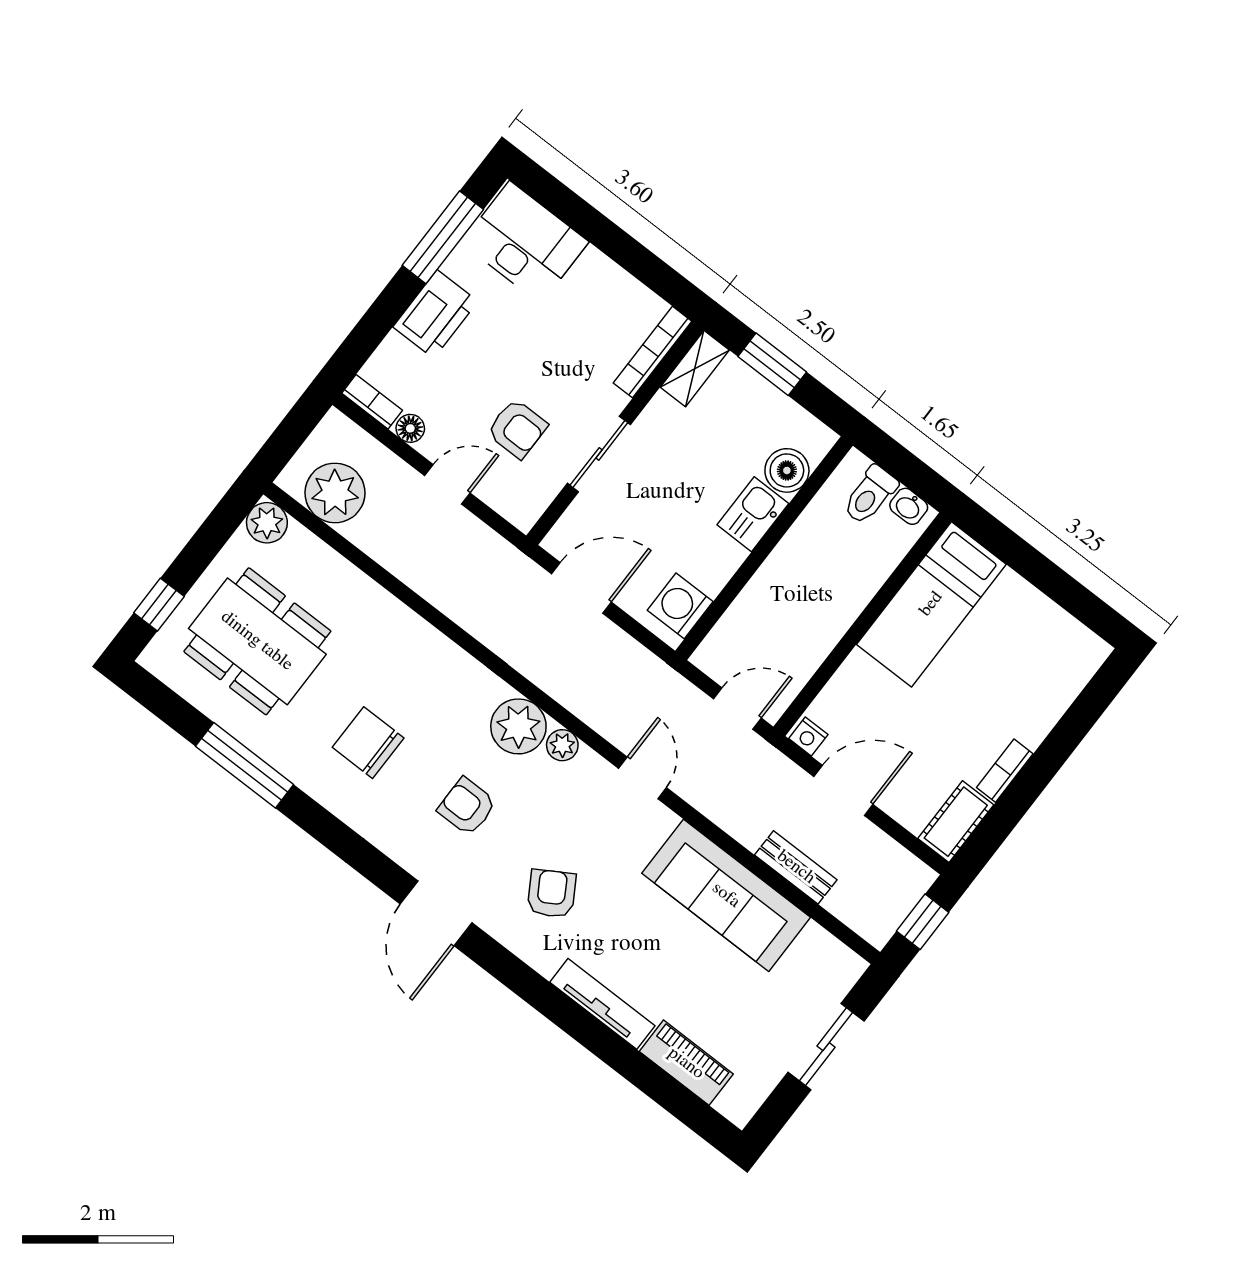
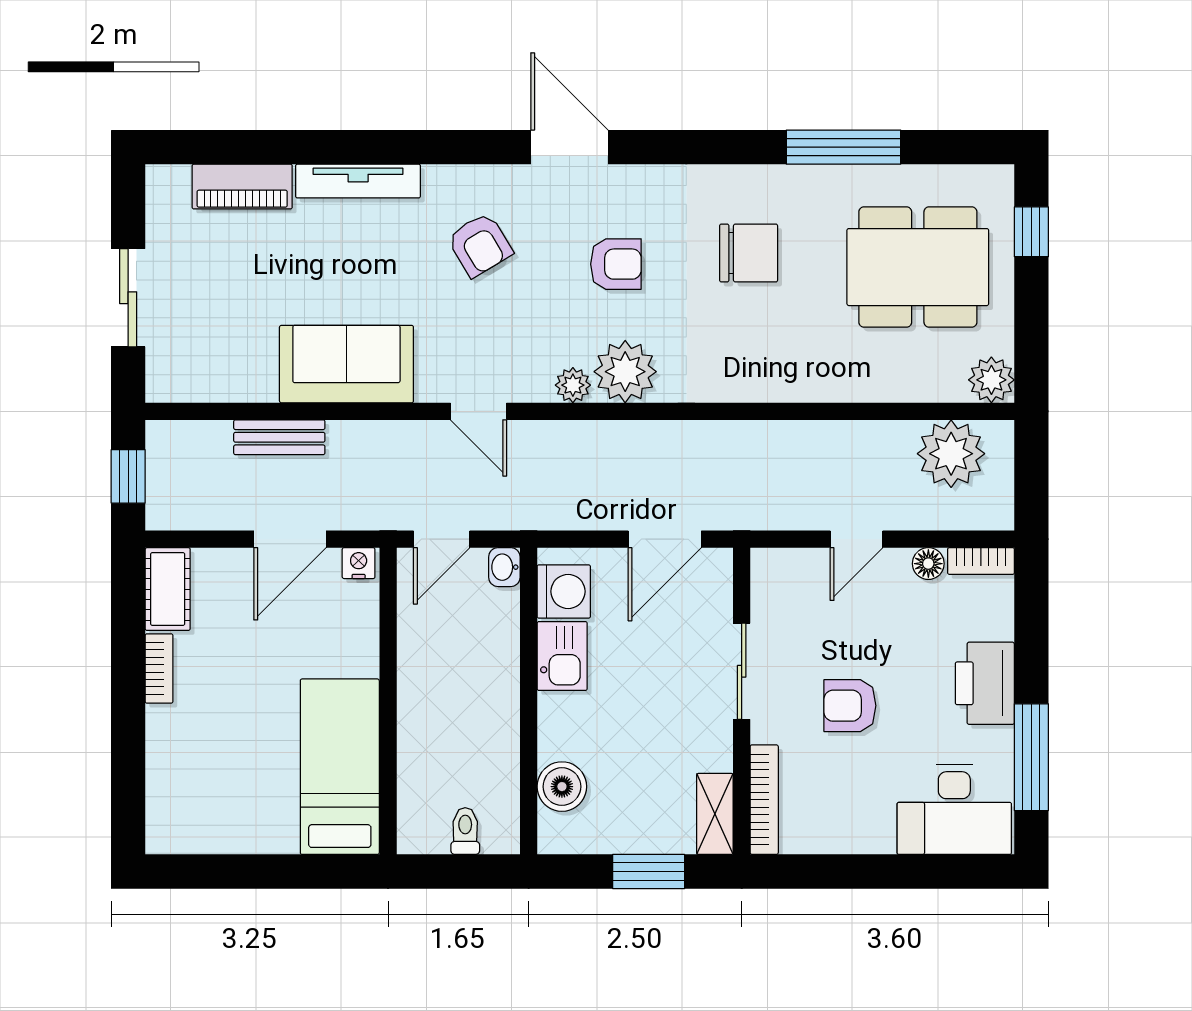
armchair: (517, 429) -> (850, 706), moved
toilet: (870, 495) -> (465, 831), width x0.73, depth x0.72
washbasin: (909, 506) -> (504, 567), moved, turned -90
kitchen sink: (753, 514) -> (562, 656), moved
sofa: (726, 895) -> (346, 364), width x0.73

